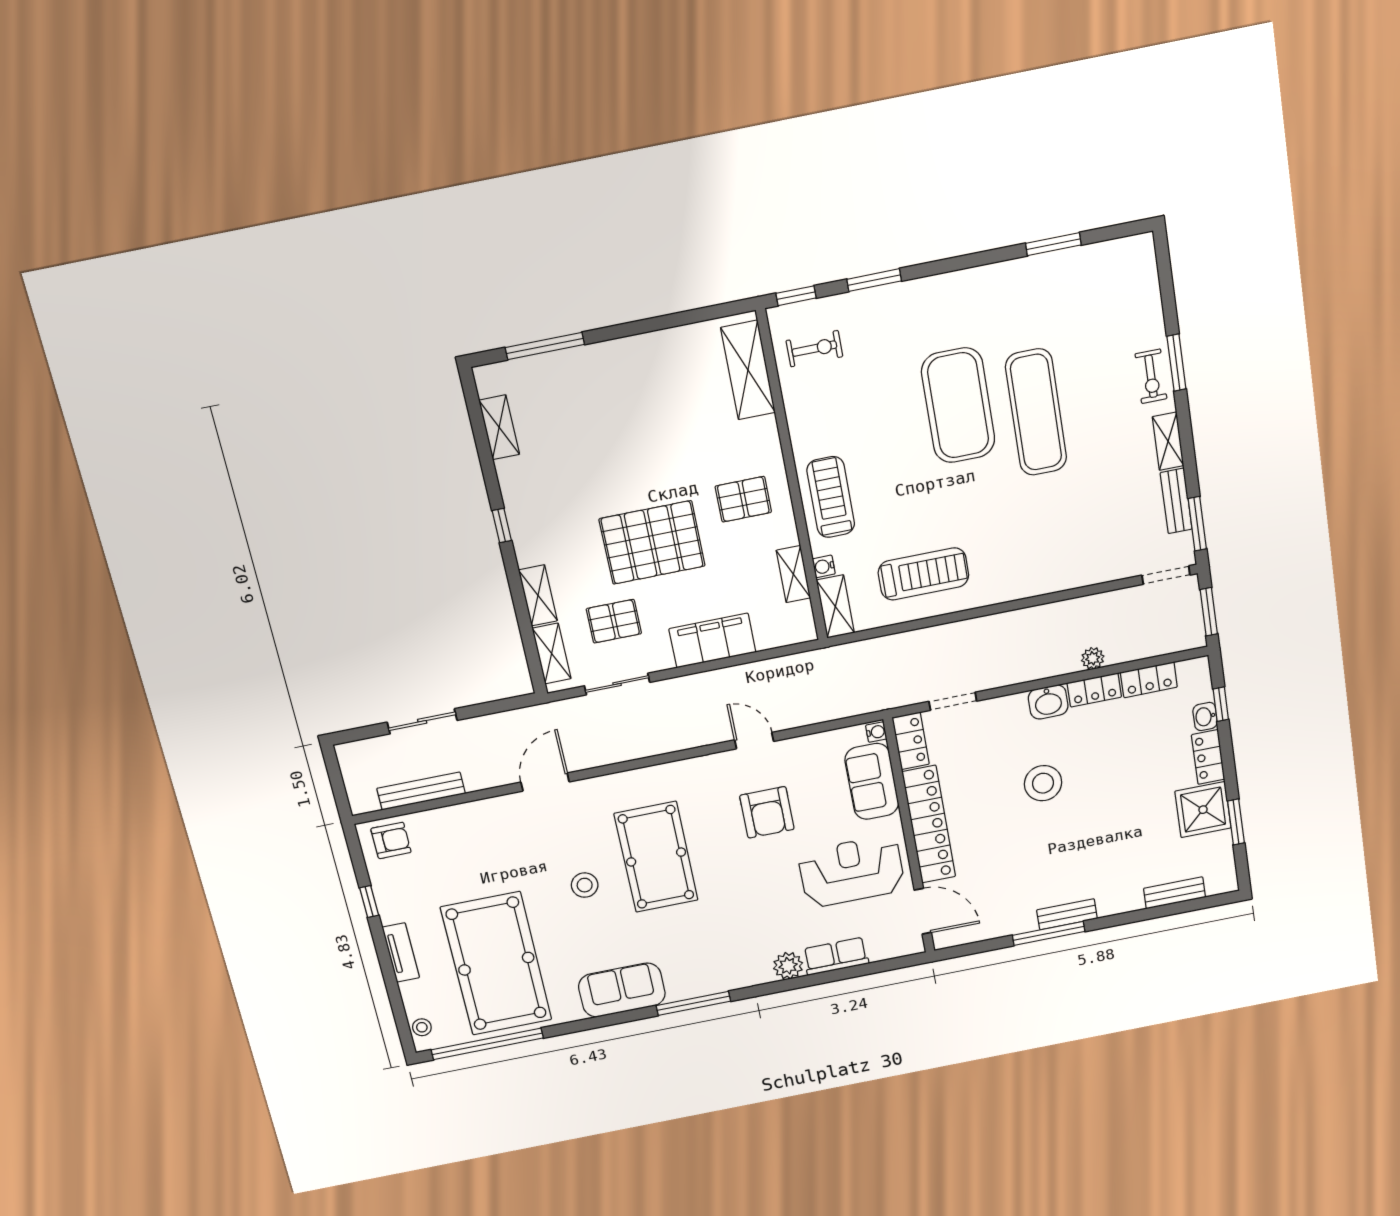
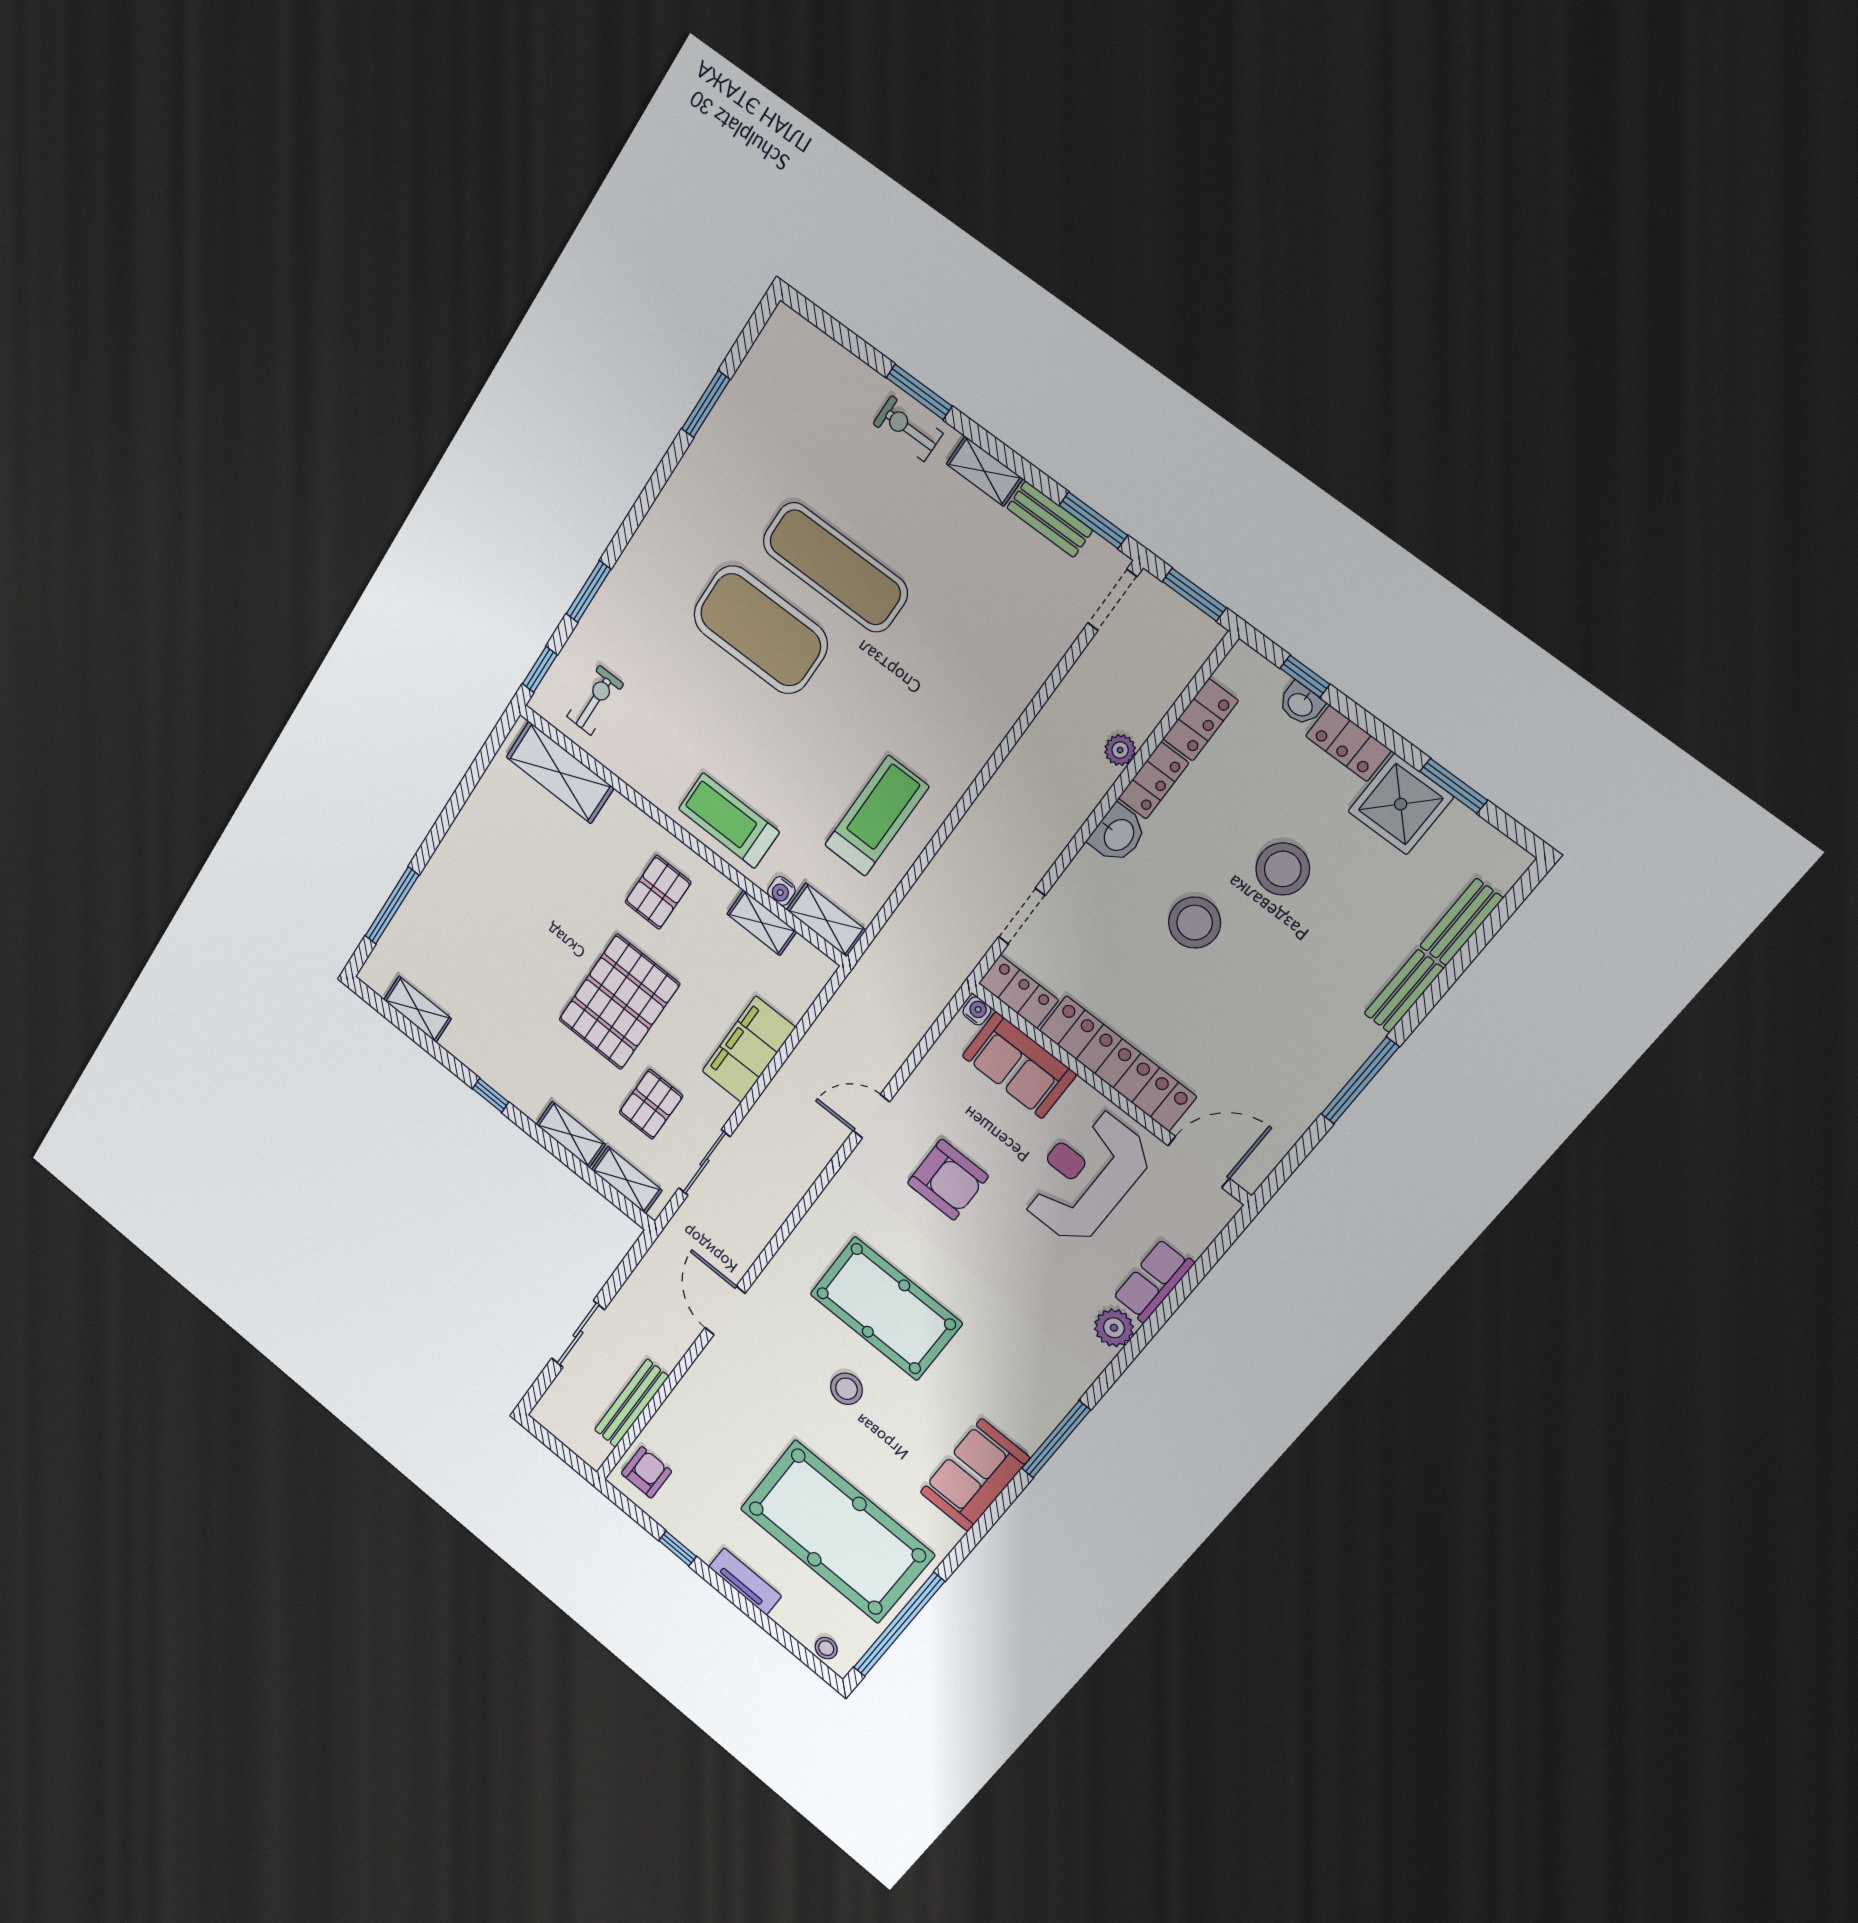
exercise bike: (1151, 376) -> (908, 429), turned 180
stool: (1115, 793) -> (1283, 869), added
bench: (1067, 914) -> (1404, 991), moved

